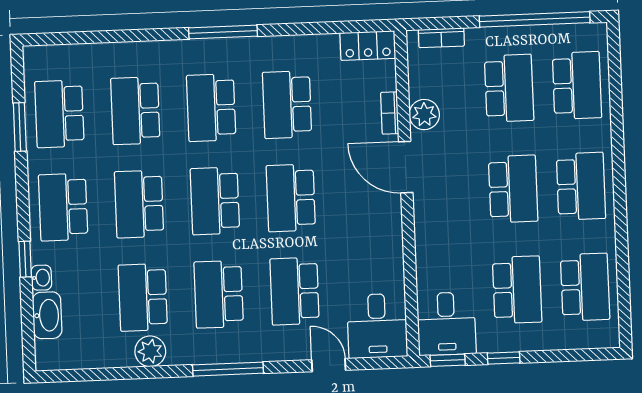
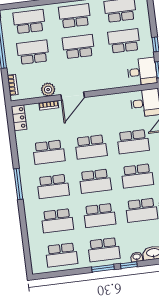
window: (20, 127) -> (103, 268), moved

